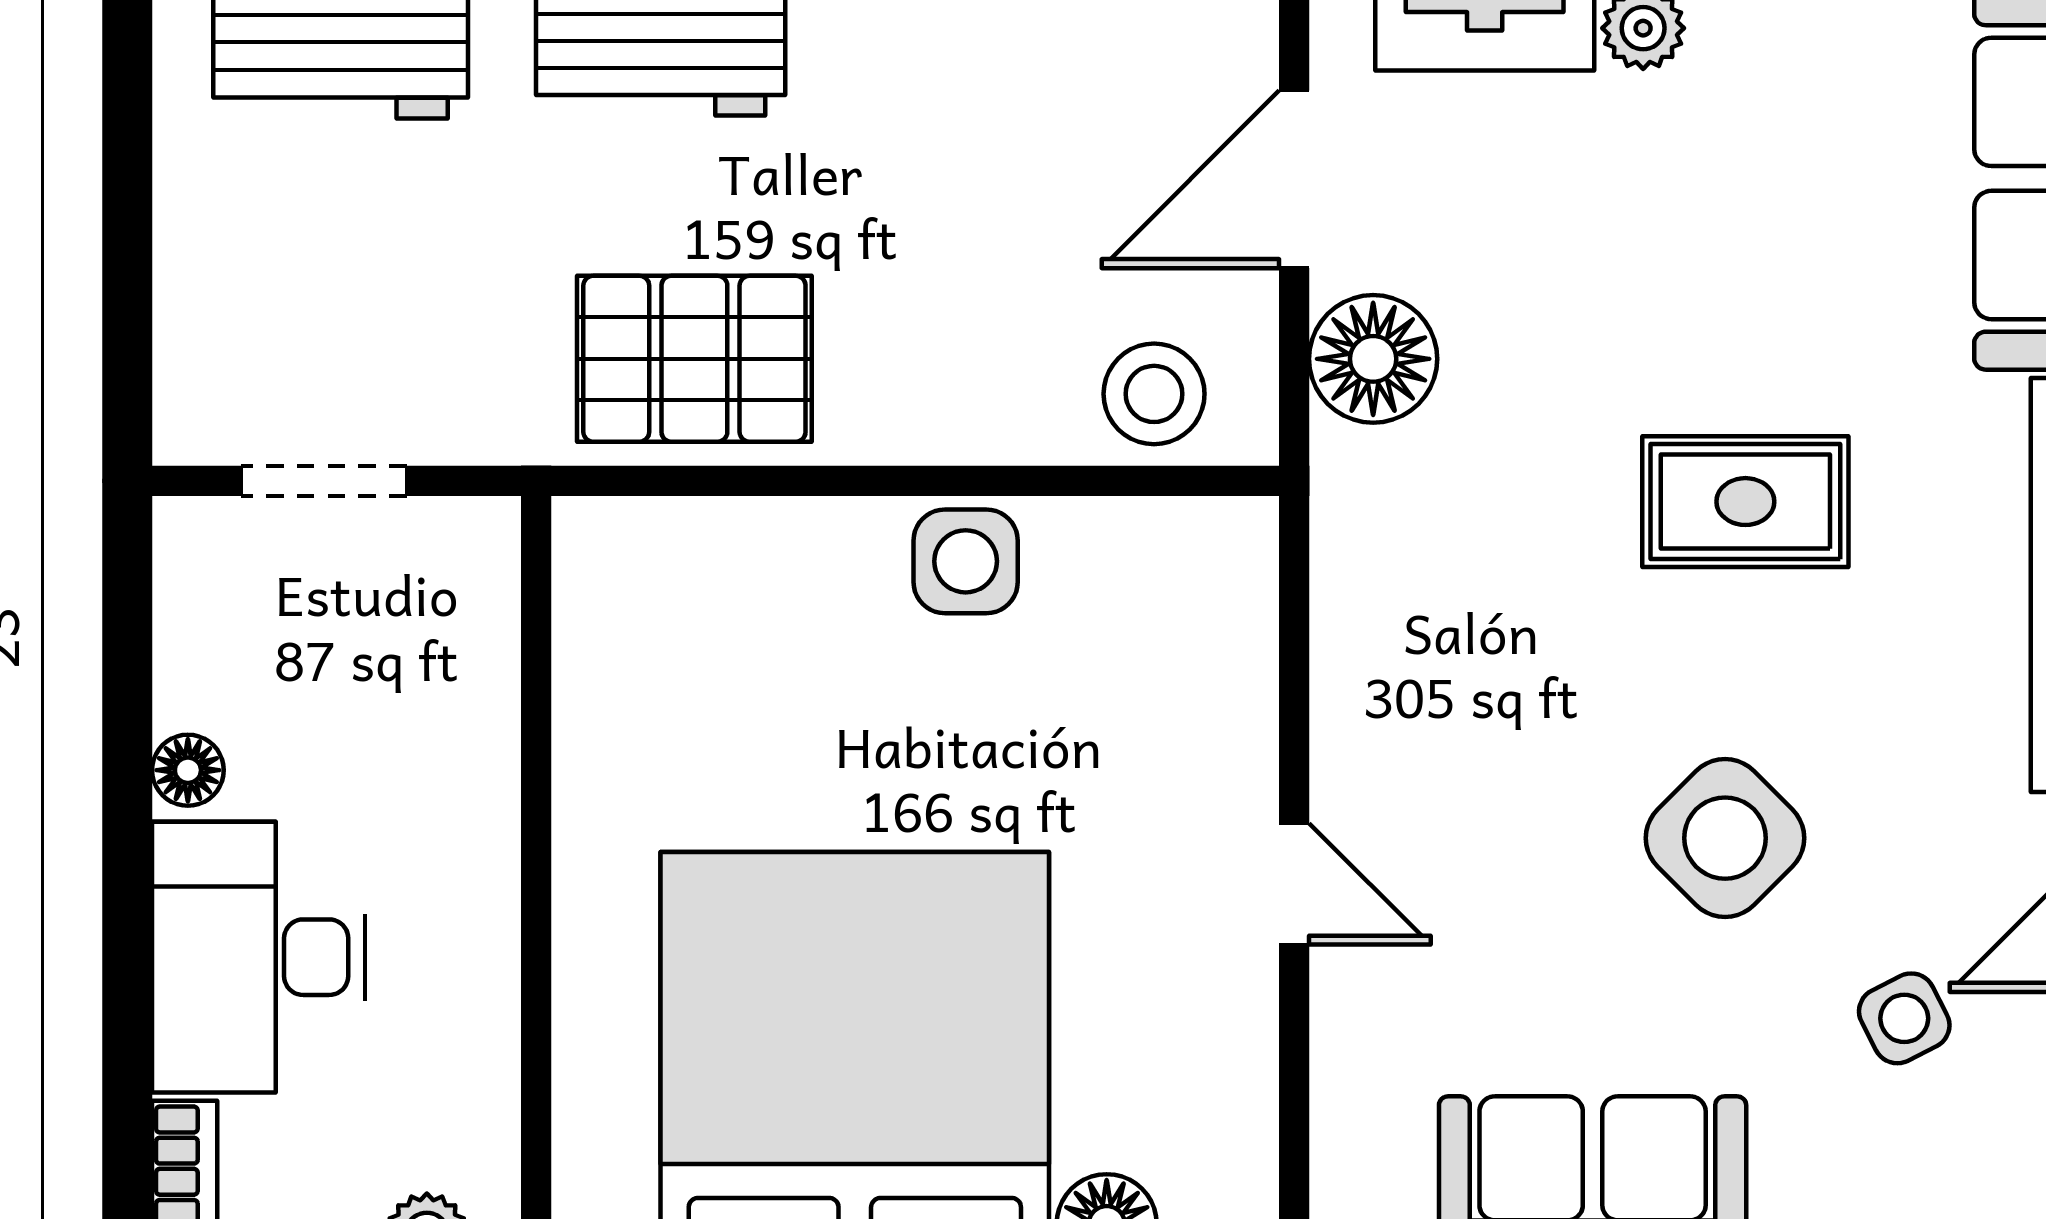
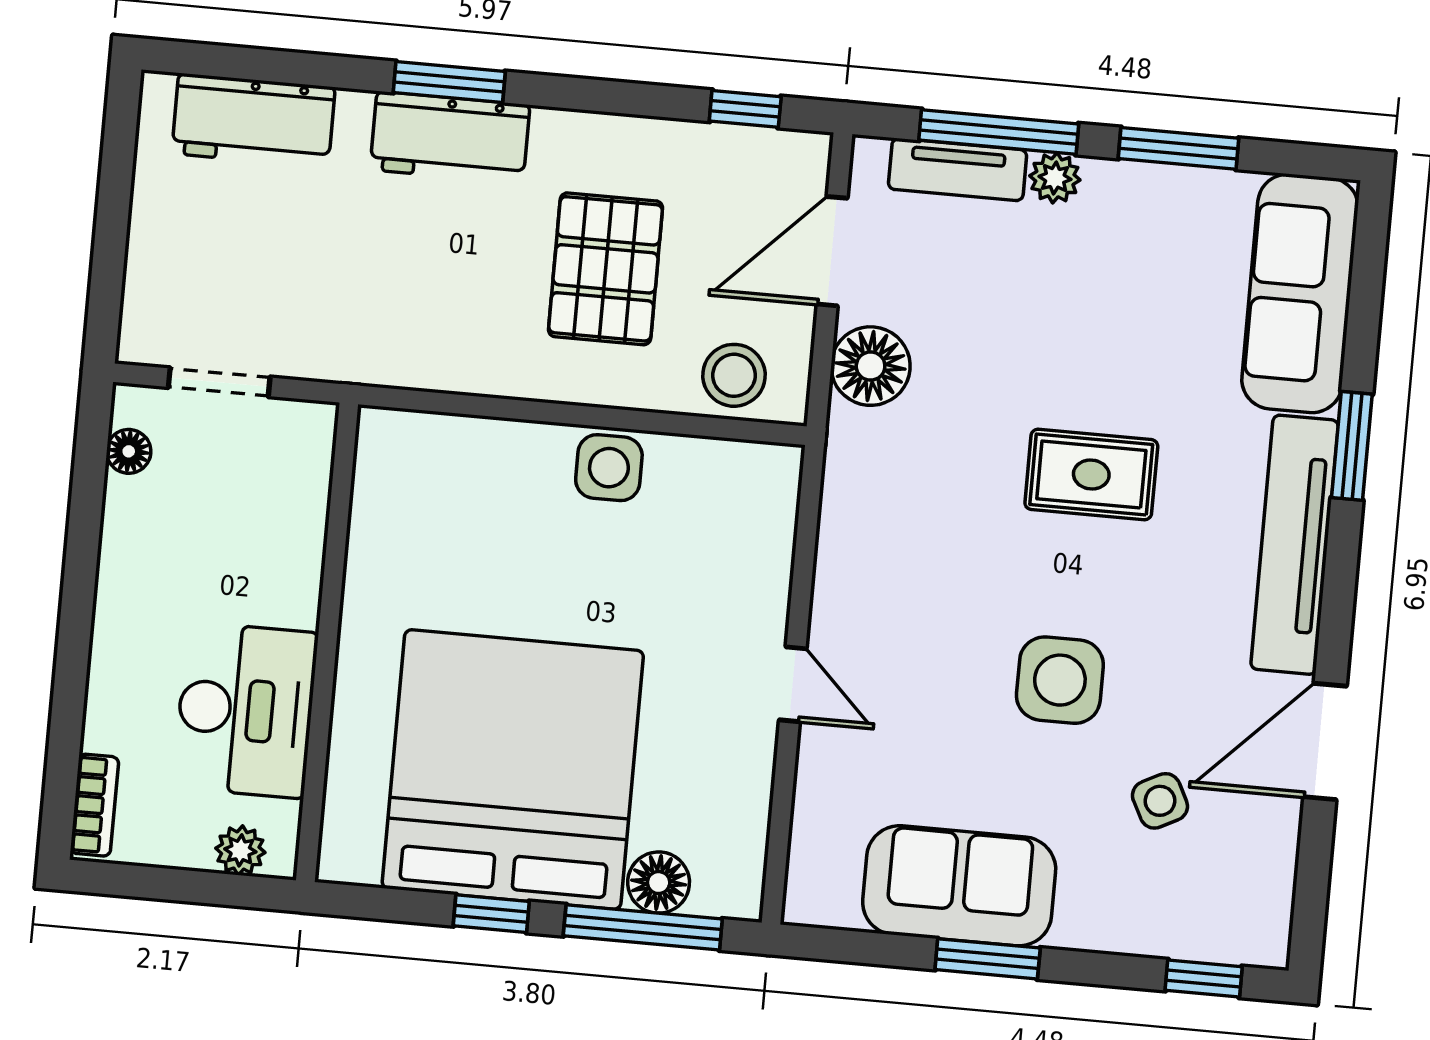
pallet: (694, 359) -> (606, 269), moved, turned 90
floor lamp: (188, 770) -> (129, 451), moved
side table: (1725, 838) -> (1060, 680), turned 45
desk: (259, 957) -> (246, 710), moved, turned 180

